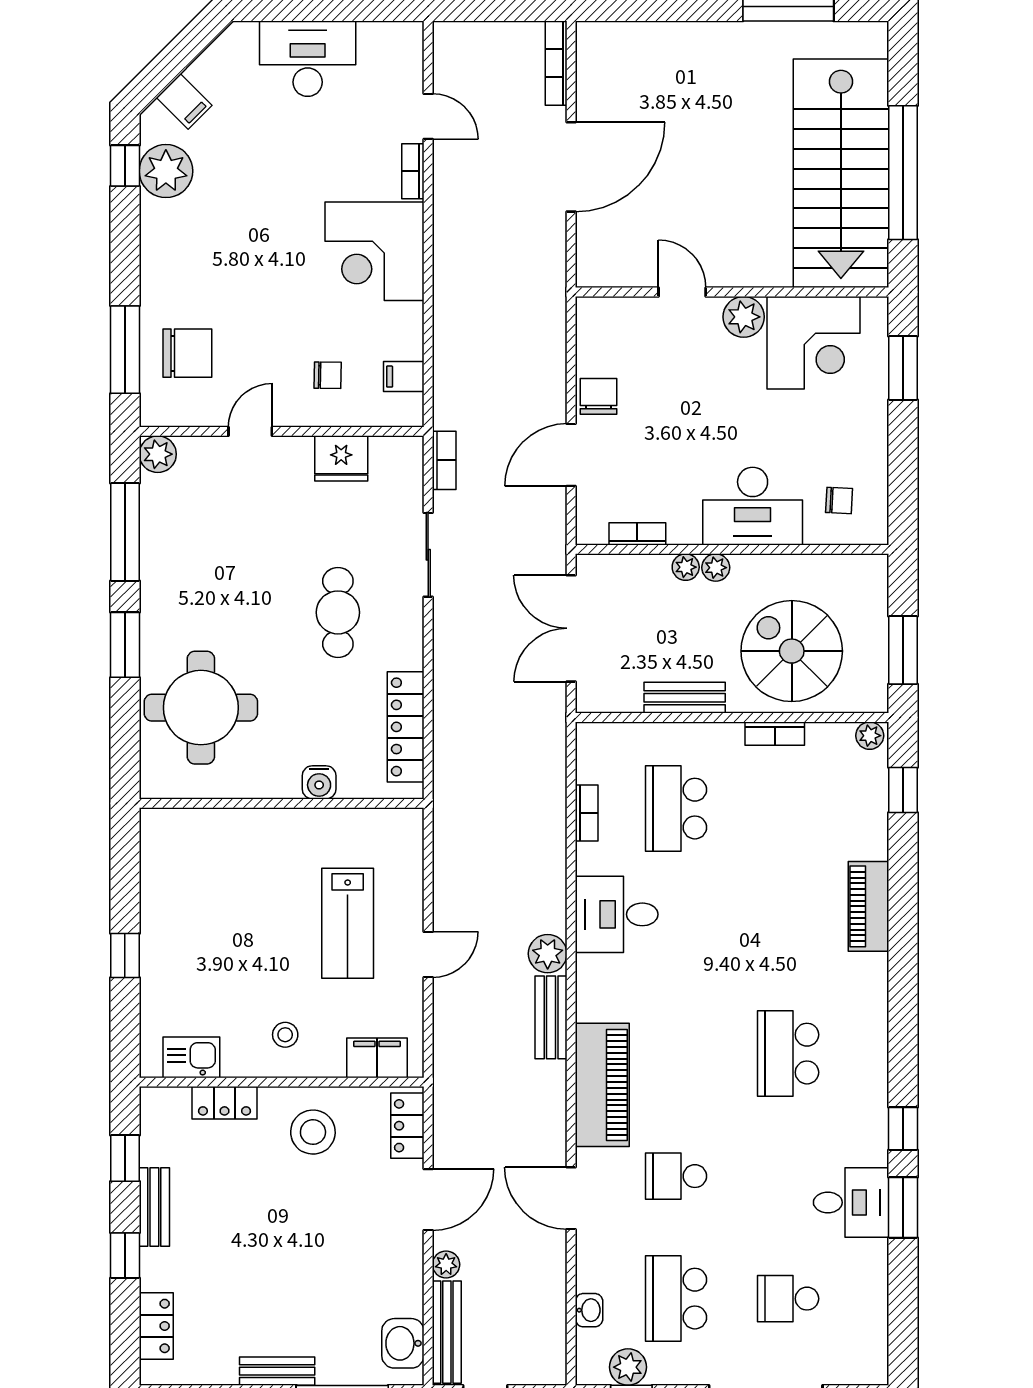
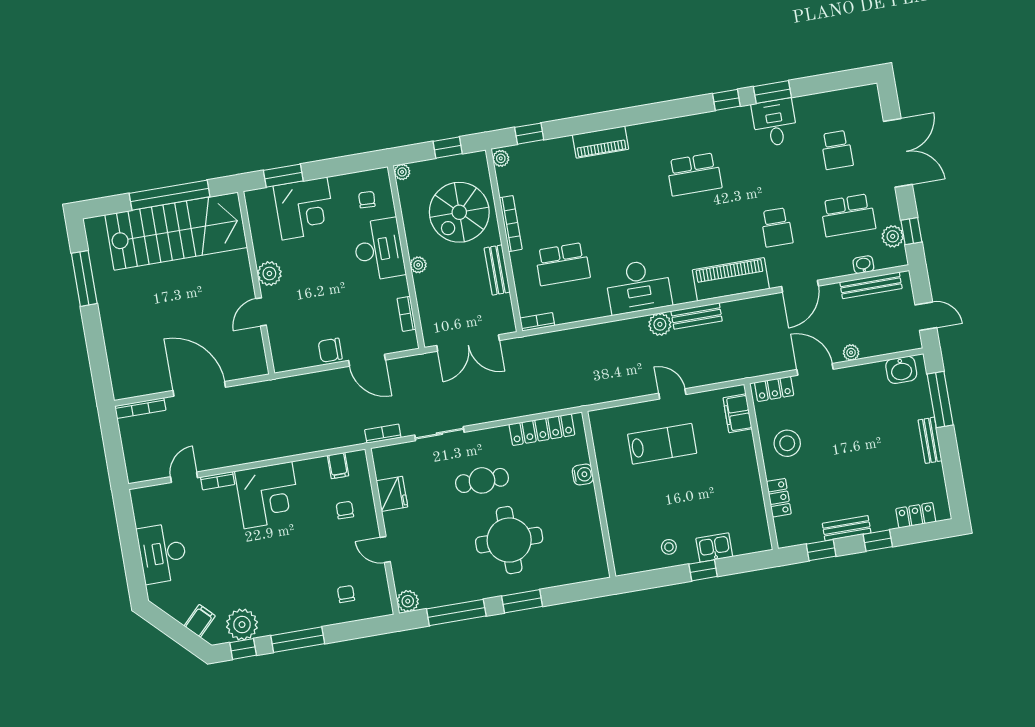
corner desk: (814, 343) -> (304, 208), moved, turned 90
window: (125, 350) -> (298, 640), moved
chair: (187, 353) -> (346, 594), width x0.54, depth x0.54
plant: (686, 567) -> (402, 172), moved
window: (903, 650) -> (448, 148), width x0.67
round table: (201, 708) -> (509, 540), moved
bookcase: (775, 734) -> (511, 224), width x1.56
bookcase: (587, 813) -> (537, 322), moved
desk: (617, 914) -> (638, 287), width x1.37
stool: (285, 1035) -> (669, 547), moved
kitchen sink: (191, 1057) -> (714, 548), moved, turned 90
bench: (447, 1332) -> (871, 285), moved

